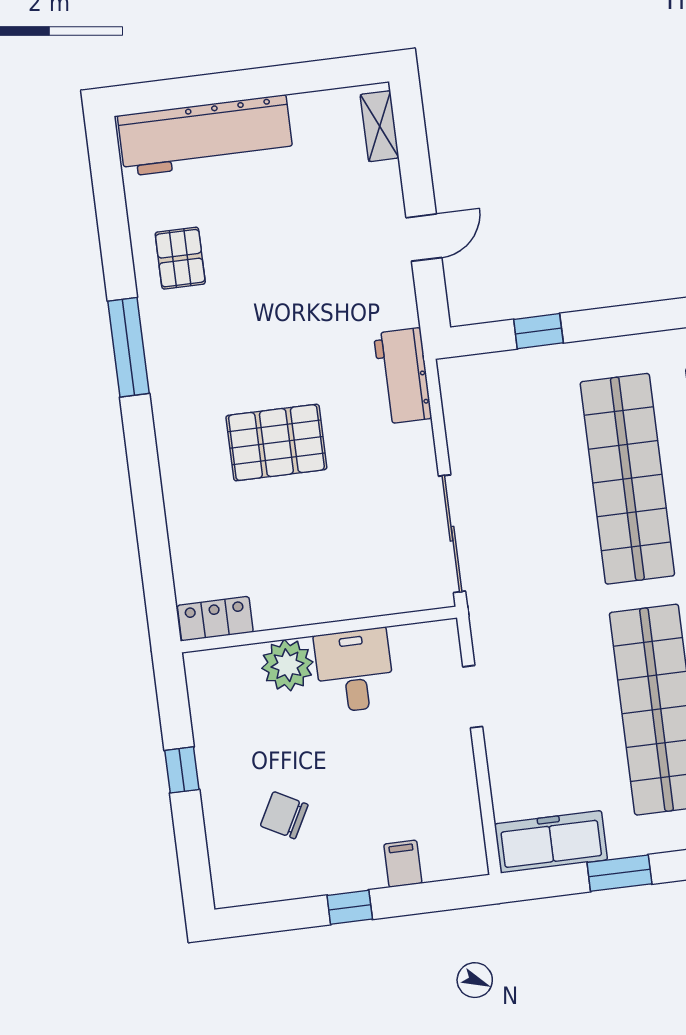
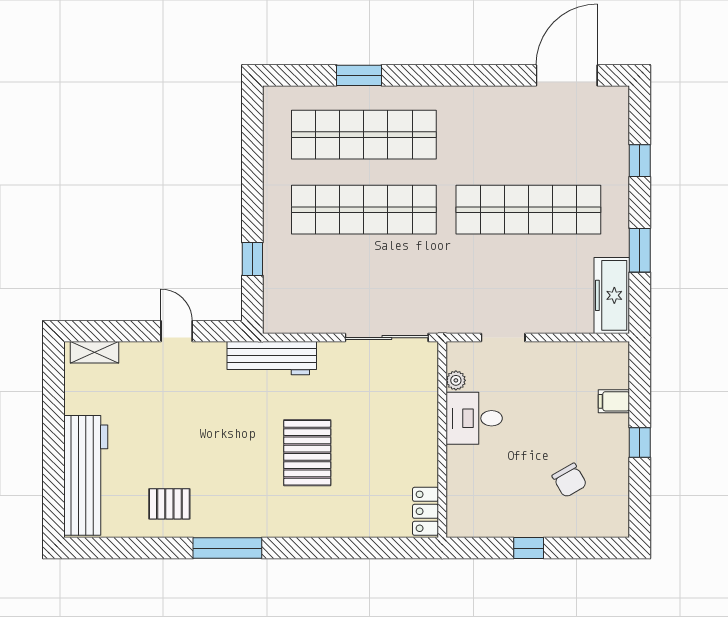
workbench: (403, 376) -> (272, 358), width x1.37
plant: (287, 665) -> (456, 380), moved, width x0.53, depth x0.53
chair: (284, 815) -> (569, 480), turned -58

